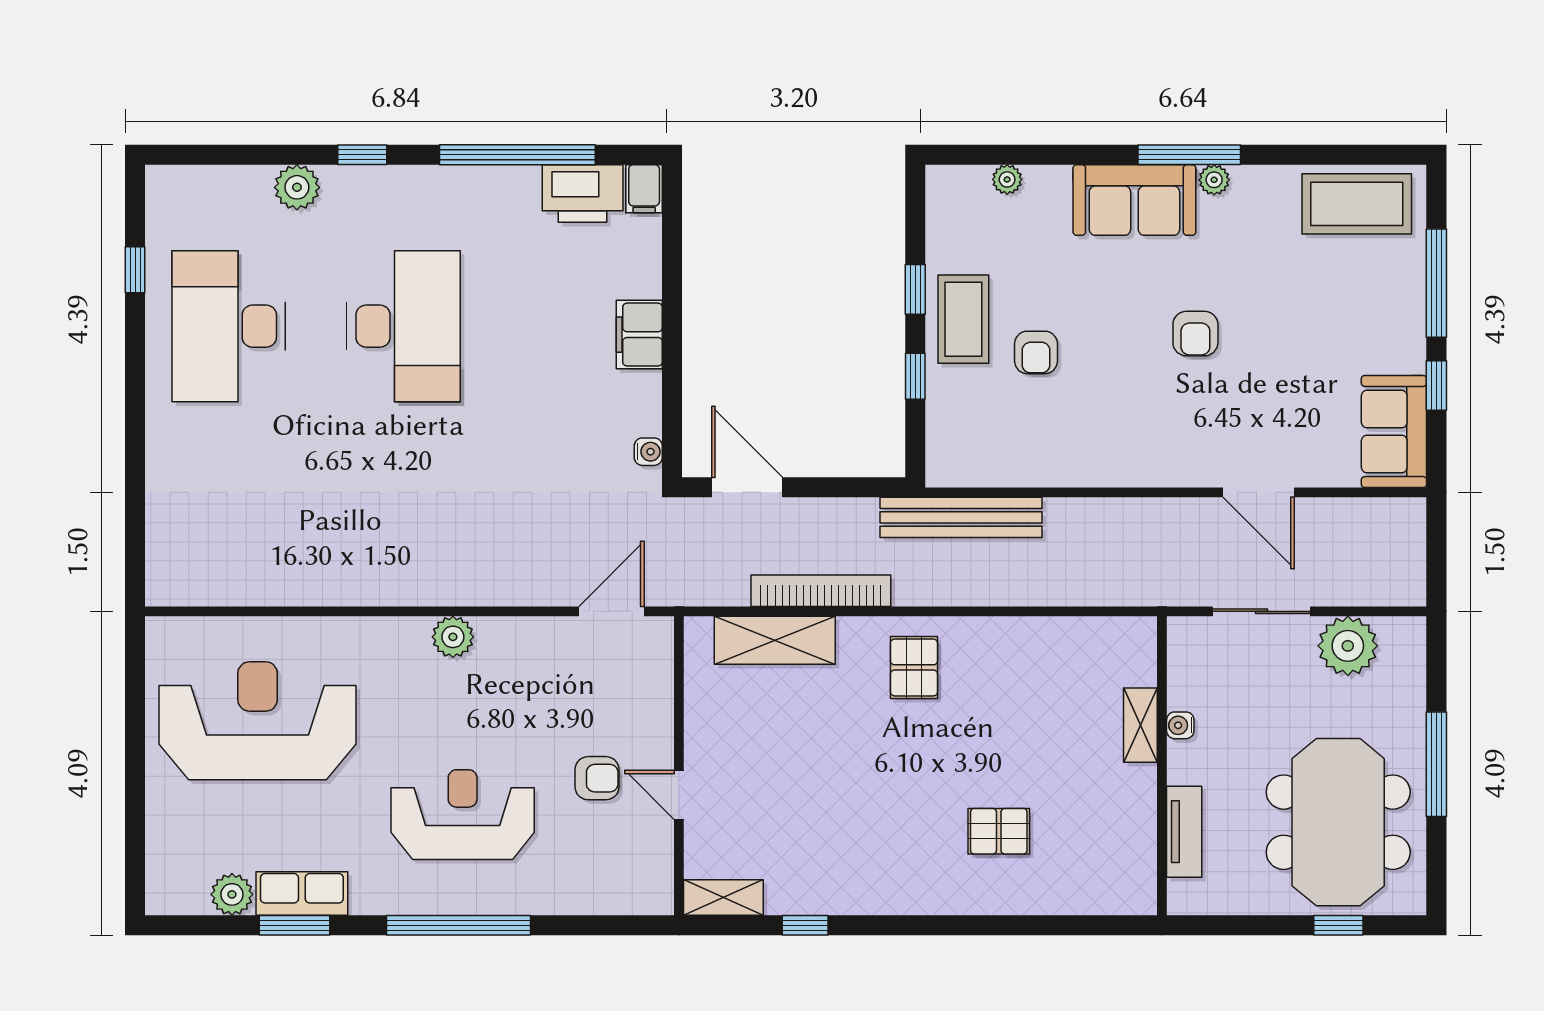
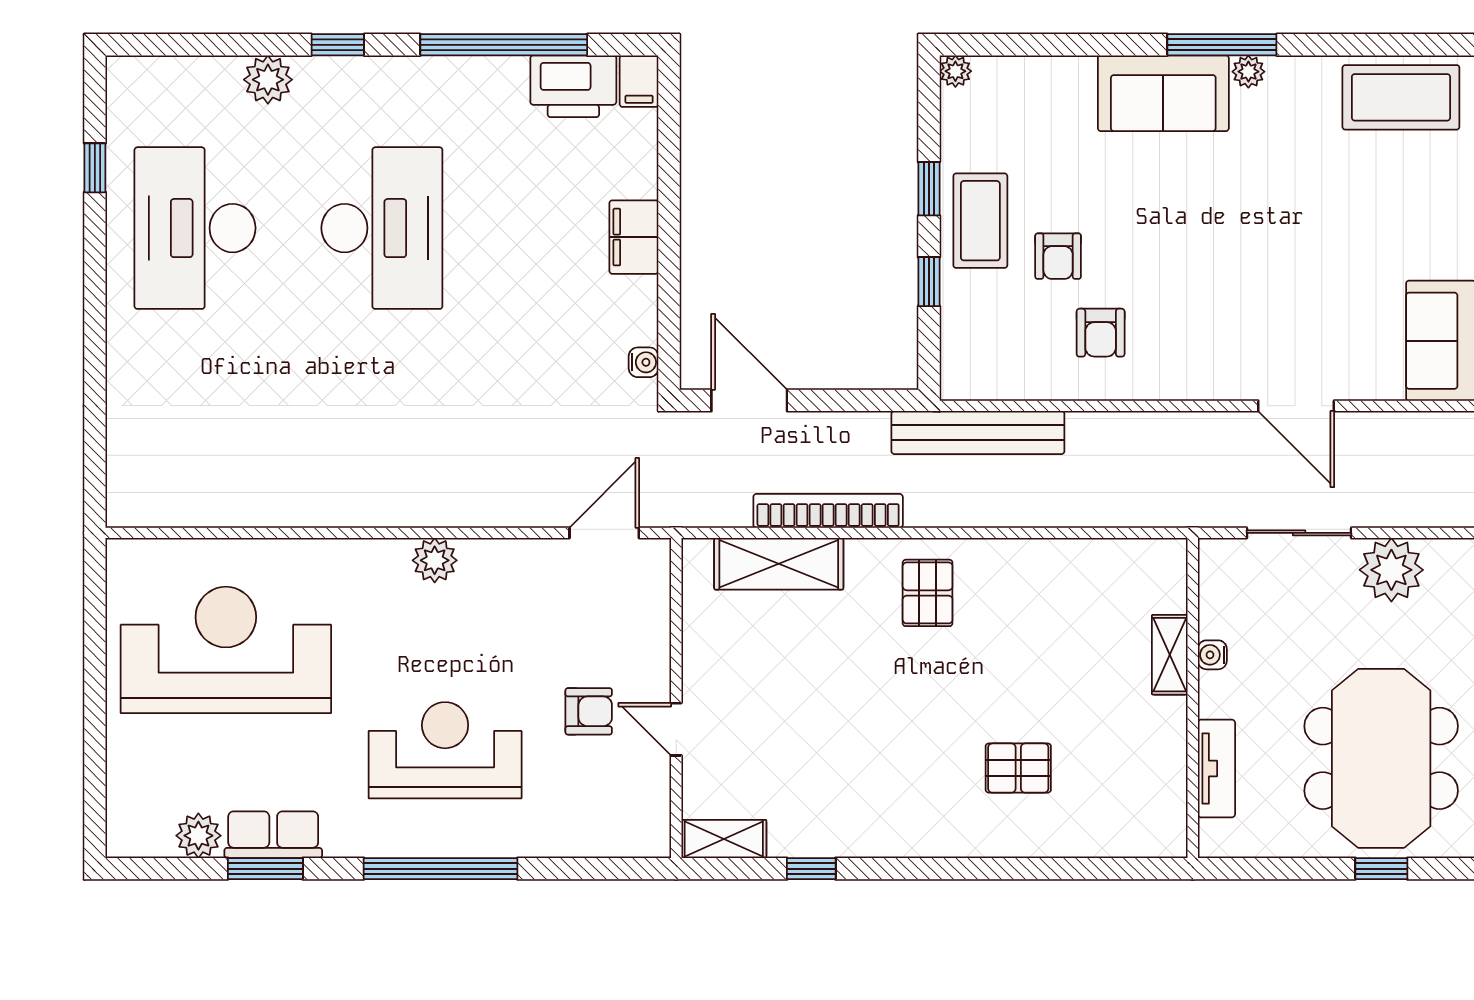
plant: (1007, 179) -> (955, 71), moved
armchair: (1195, 334) -> (1101, 333), moved

